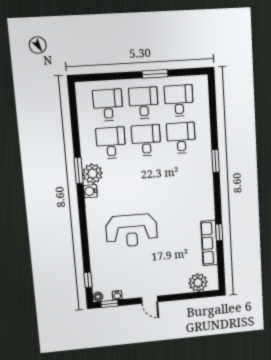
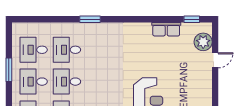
window: (219, 232) -> (192, 19), moved
row of seats: (209, 243) -> (166, 29), width x0.68
door: (150, 300) -> (215, 60), moved

